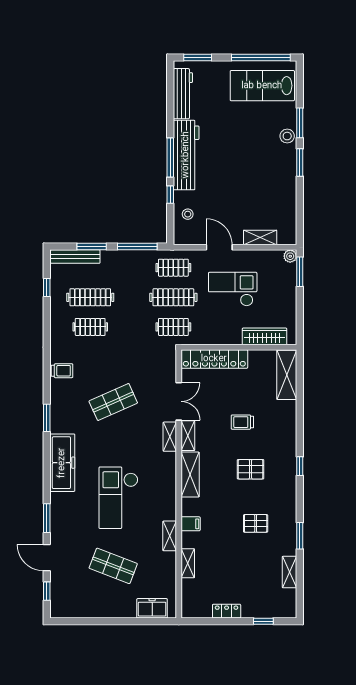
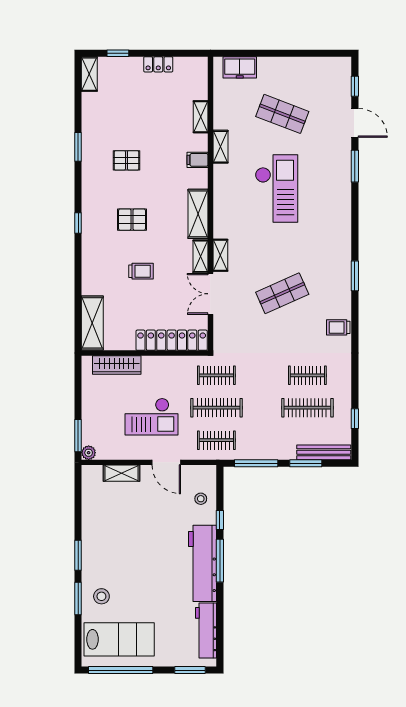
stool: (287, 136) -> (101, 596), moved
freezer: (62, 463) -> (338, 227), removed
shelving: (290, 572) -> (89, 74), moved

